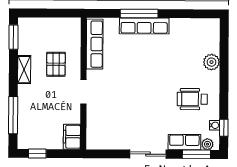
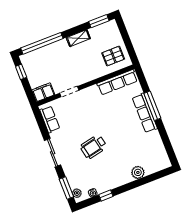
pallet: (56, 64) -> (113, 56), moved
doorway: (83, 92) -> (69, 92), moved
wheelchair: (192, 99) -> (93, 147), moved, turned -102
window: (13, 115) -> (42, 43), width x1.46
window: (224, 128) -> (106, 195), moved
row of seats: (184, 142) -> (50, 119), moved

